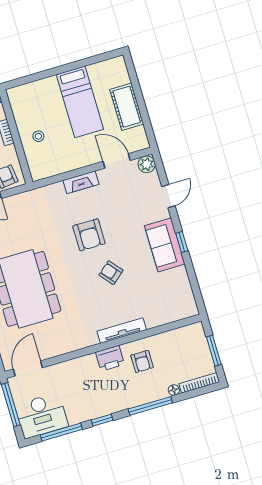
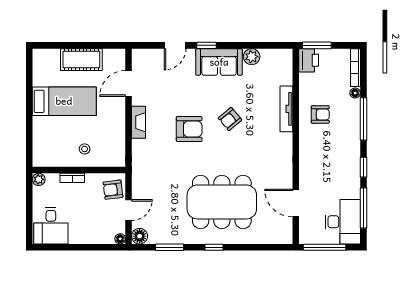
plant: (147, 164) -> (252, 57), moved
door: (168, 196) -> (175, 45), swing flipped
window: (182, 242) -> (206, 45), moved
tv unit: (122, 331) -> (286, 109), moved
window: (214, 351) -> (317, 45), moved
printer: (110, 358) -> (309, 60), moved
door: (28, 368) -> (296, 203), moved

